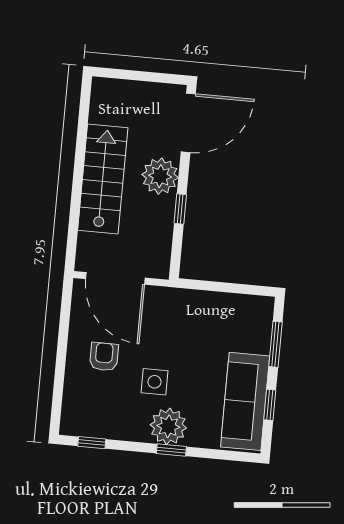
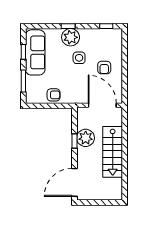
plant: (160, 176) -> (86, 138), moved
armchair: (215, 309) -> (54, 95), added

